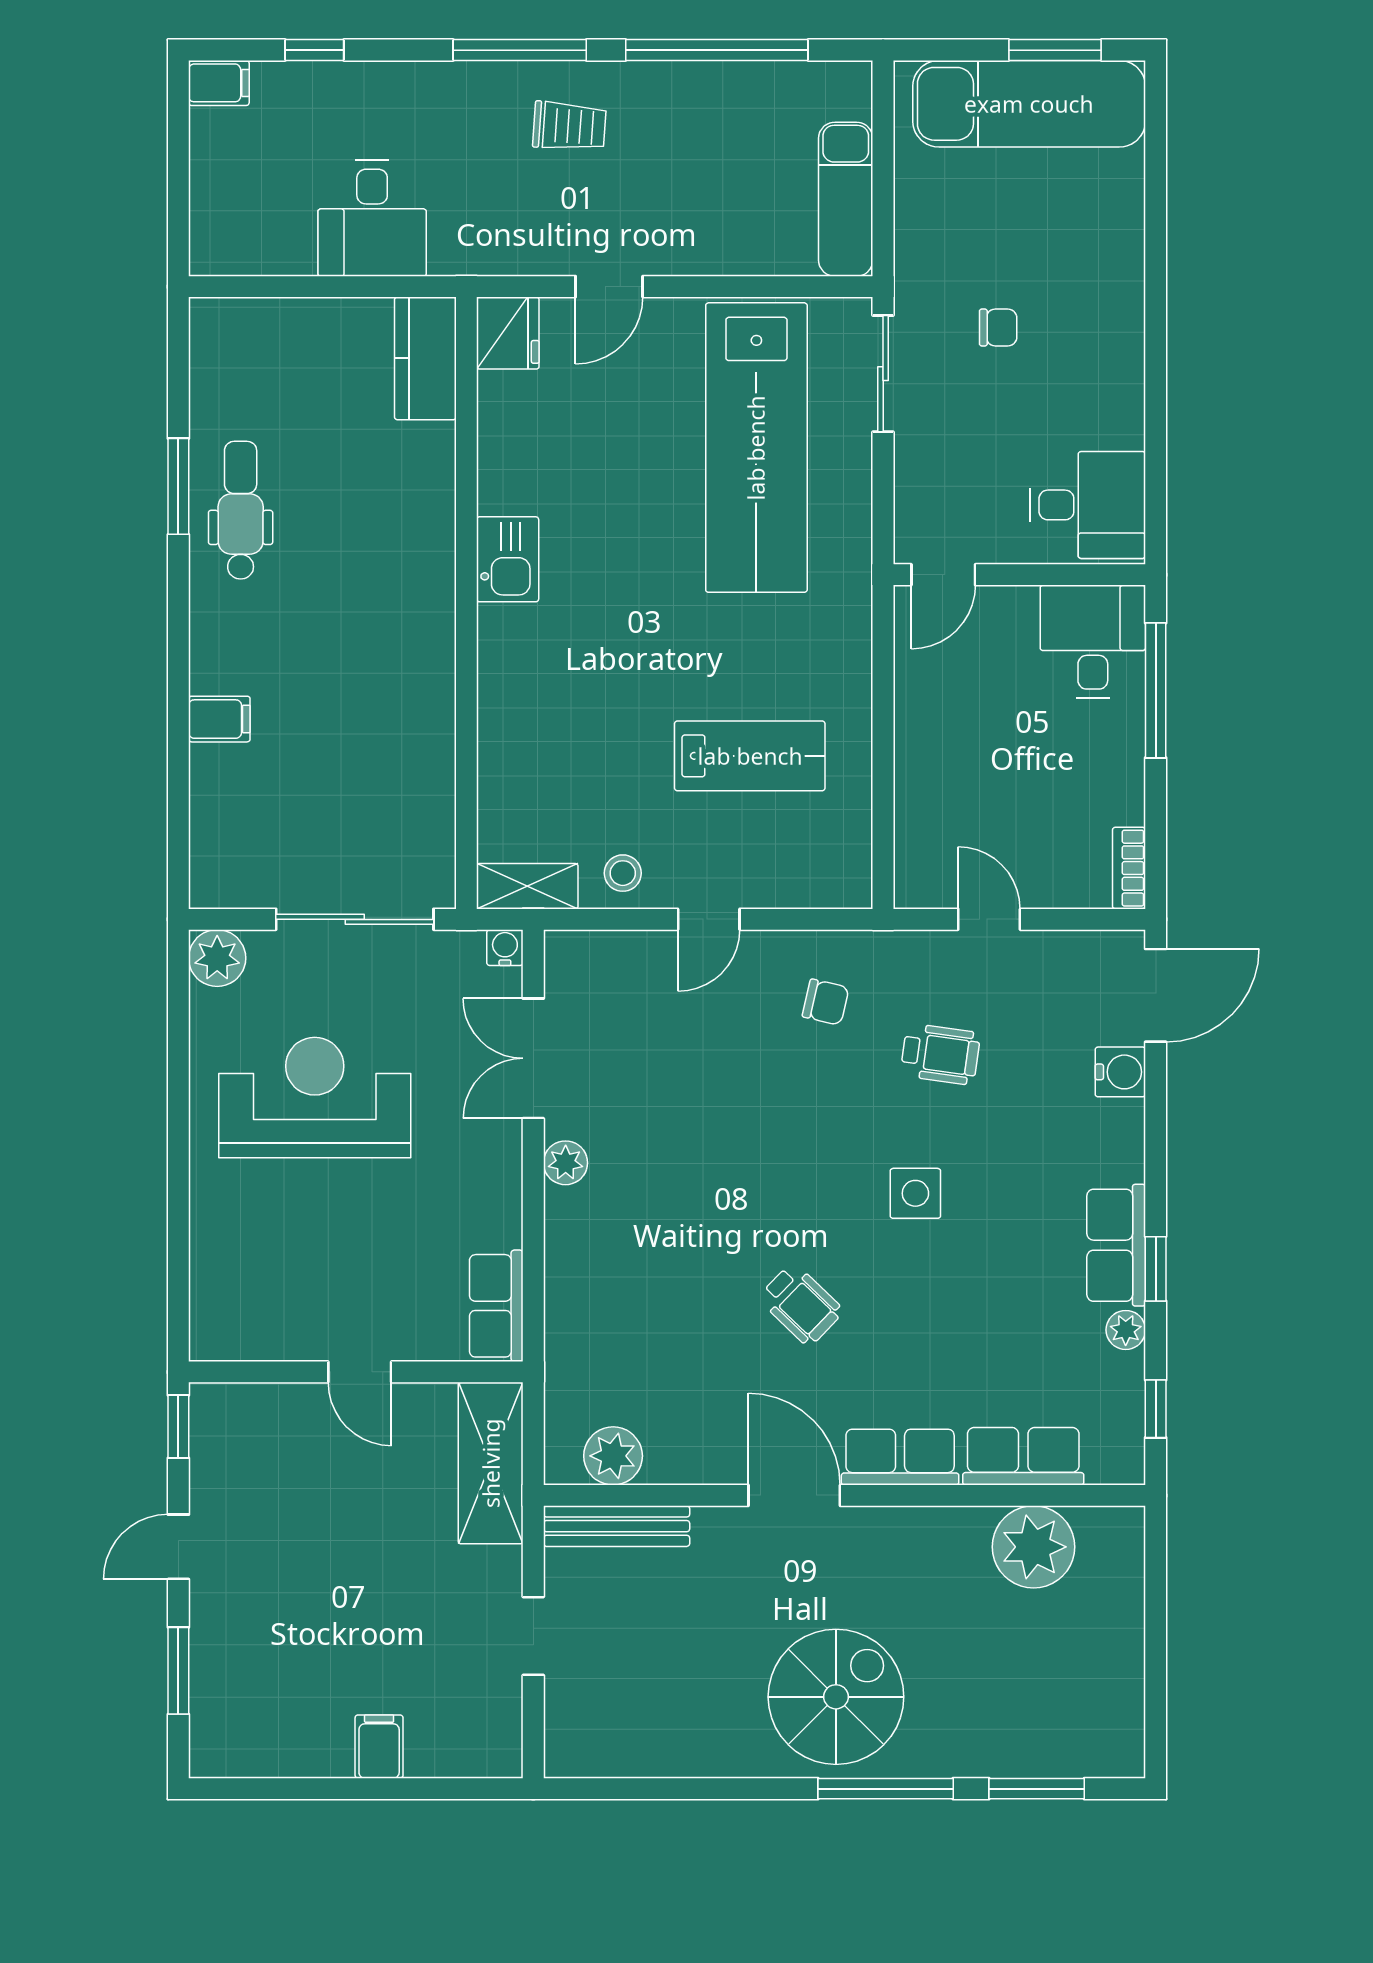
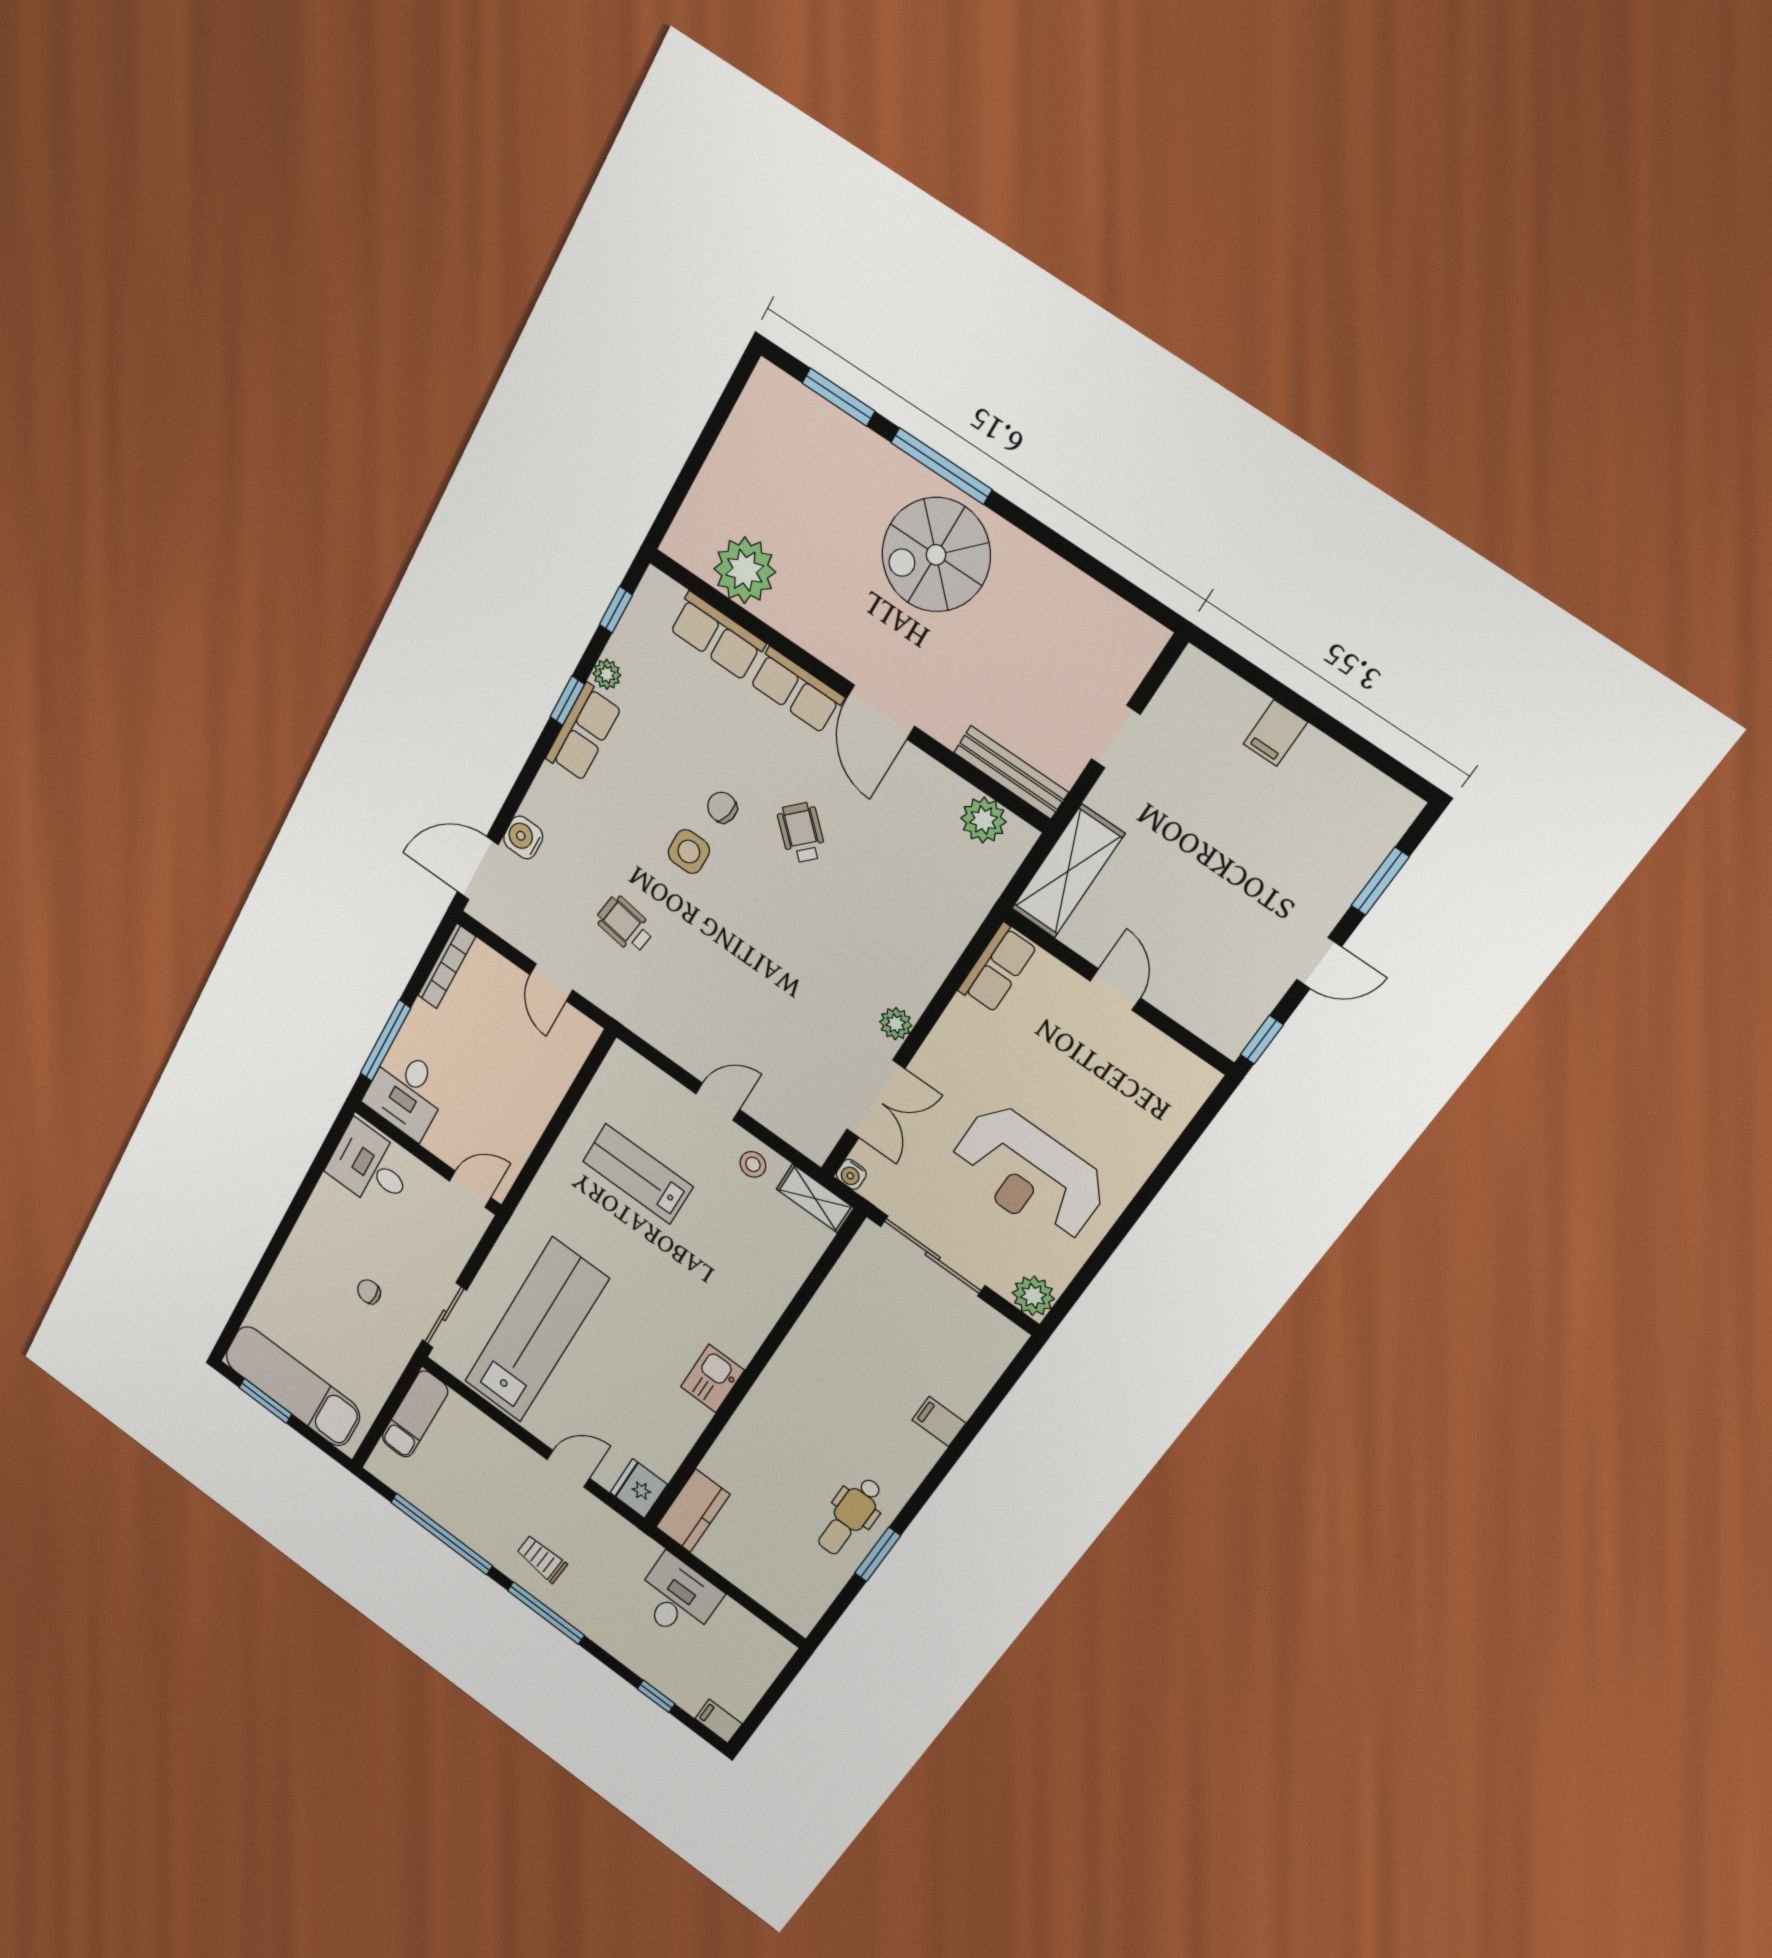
bookcase: (1129, 868) -> (447, 966), width x1.56
chair: (826, 1002) -> (722, 807), moved

